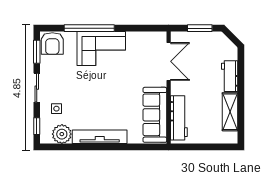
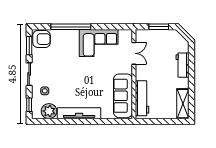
armchair: (52, 43) -> (41, 39), turned -90
corner sofa: (101, 48) -> (99, 43), moved
double door: (169, 61) -> (134, 53), width x0.73
shelving: (230, 112) -> (183, 104), moved

